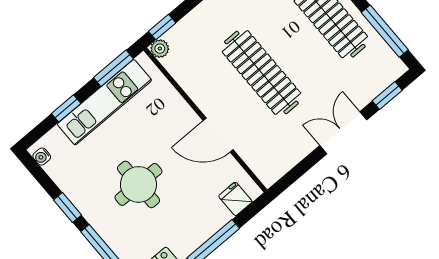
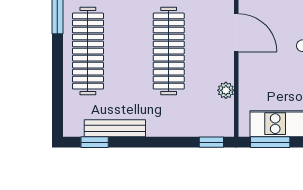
plant: (160, 49) -> (226, 90), moved

